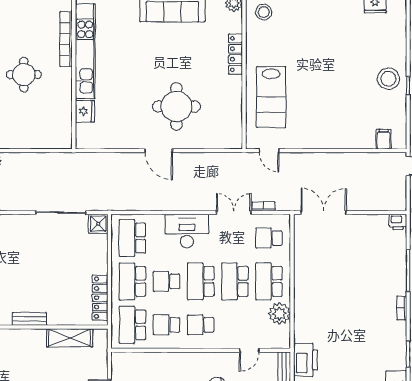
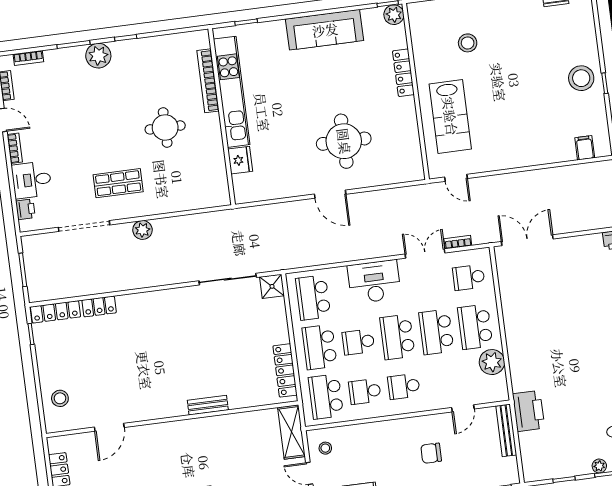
stool: (264, 12) -> (468, 43), moved
shelving: (70, 338) -> (291, 432), moved, turned 90
stool: (126, 369) -> (325, 448), added

